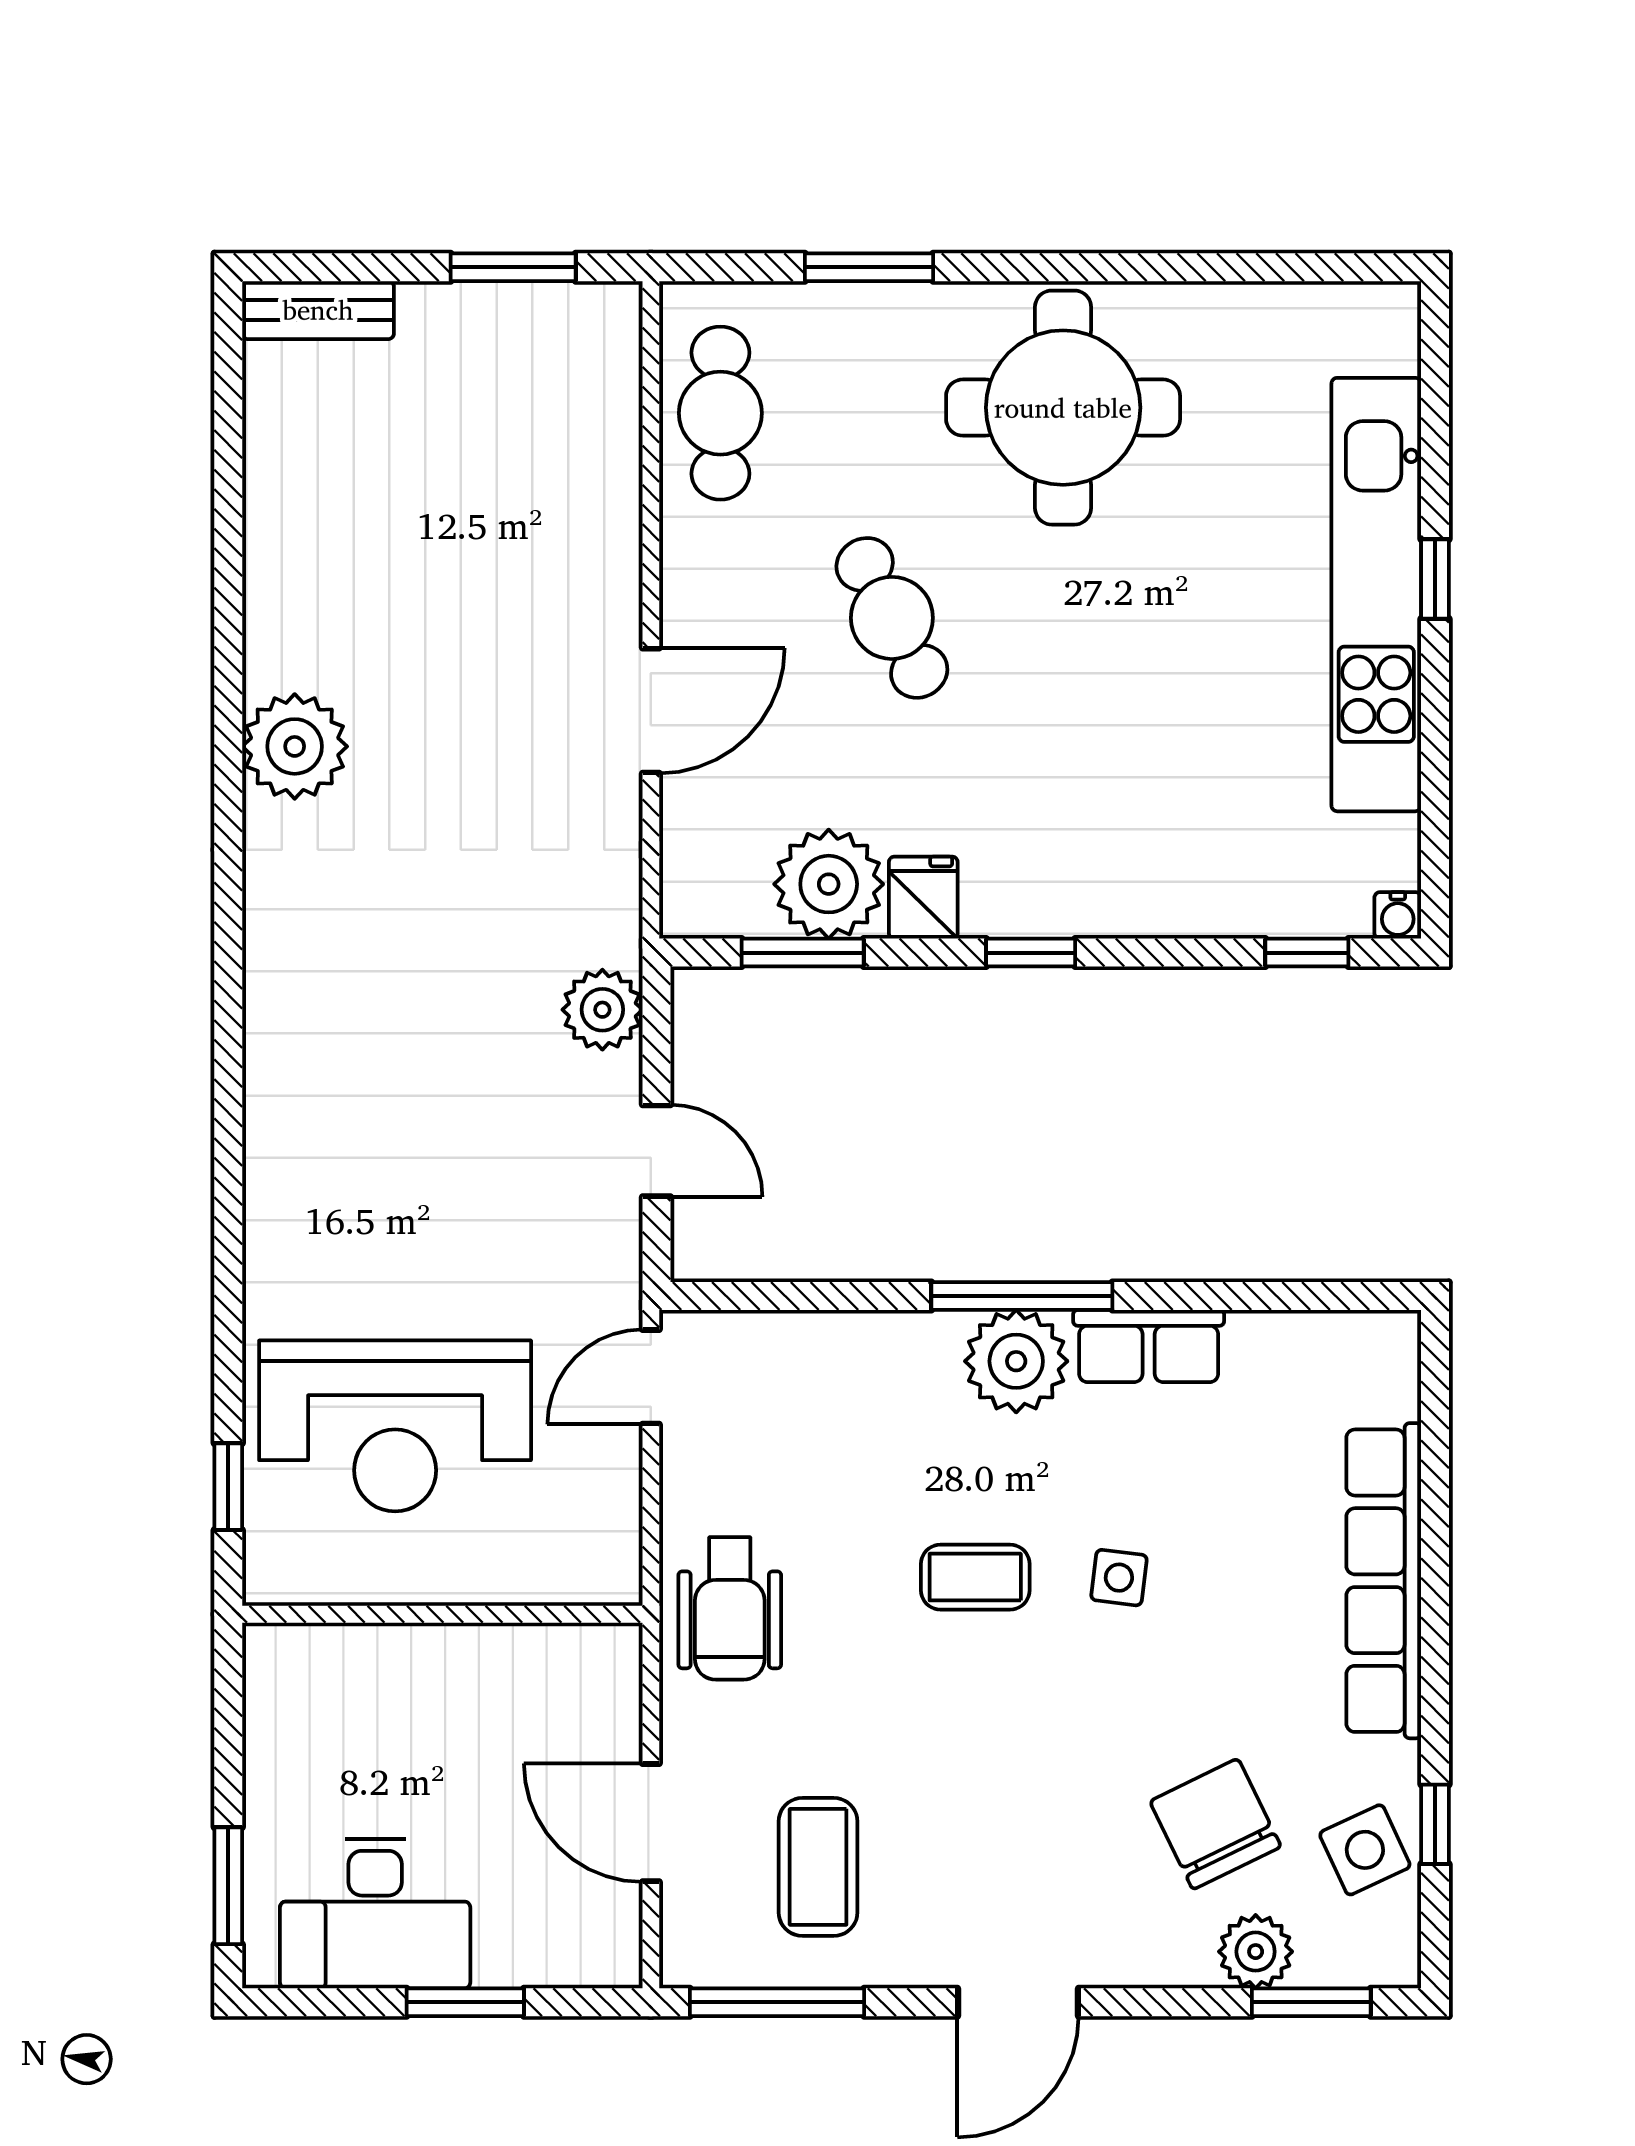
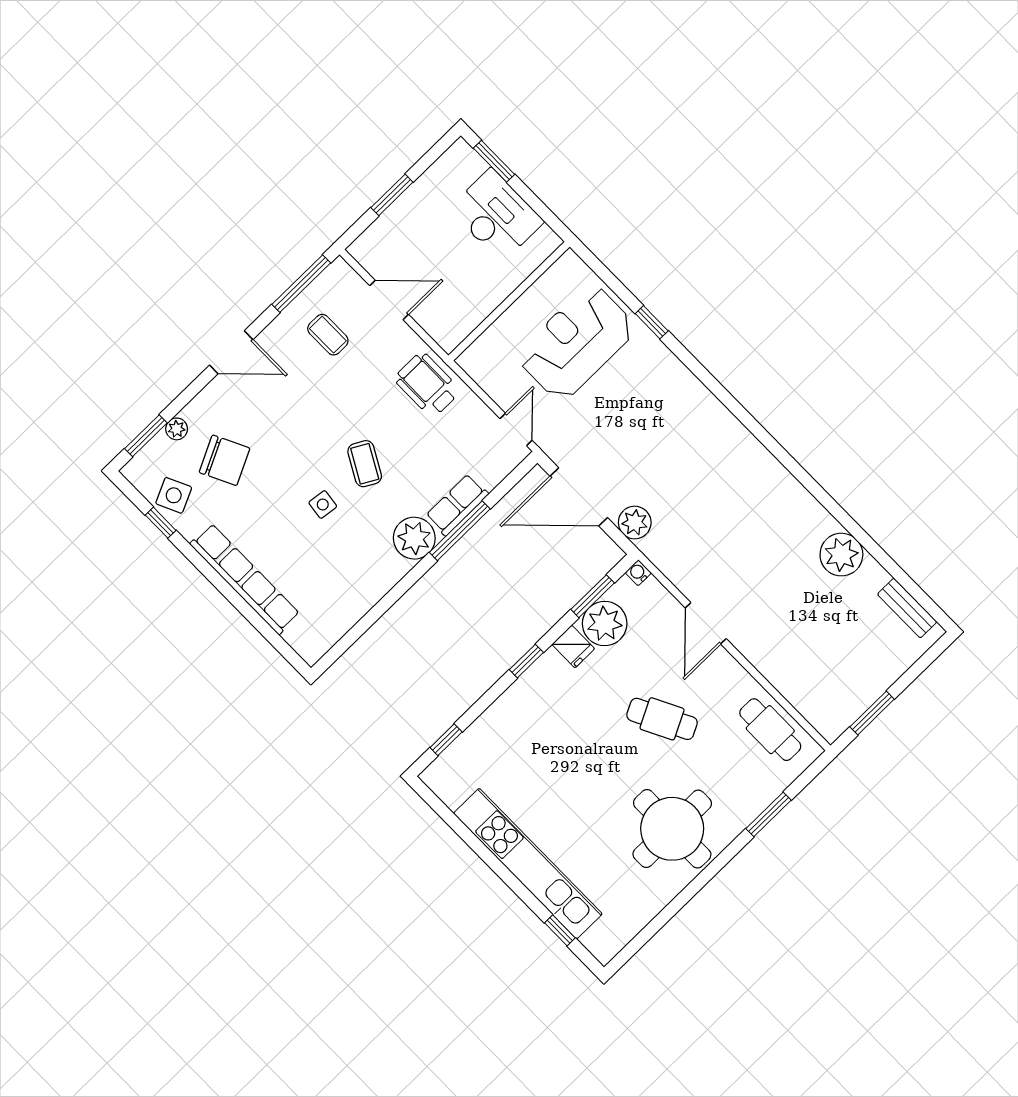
bench: (318, 310) -> (907, 608), moved, turned 90
window: (1435, 579) -> (560, 930), moved
plant: (295, 746) -> (841, 555), moved
water cooler: (1398, 915) -> (638, 573), moved
door: (656, 1151) -> (579, 497), width x1.87
window: (1022, 1296) -> (460, 531), moved
row of seats: (1149, 1346) -> (457, 505), moved
window: (228, 1487) -> (652, 322), moved
coffee table: (975, 1577) -> (365, 464), turned -61
coffee table: (818, 1867) -> (328, 335), width x0.73, depth x0.77
desk: (375, 1914) -> (496, 215), moved, turned 90
plant: (1256, 1952) -> (177, 429), width x0.73, depth x0.73
door: (1018, 2002) -> (231, 352), swing flipped

